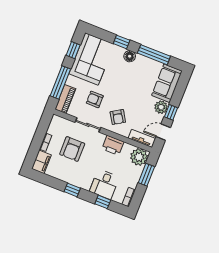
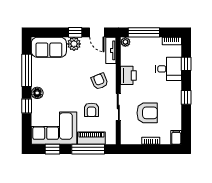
piano: (65, 99) -> (91, 138), moved
armchair: (118, 117) -> (100, 81), turned -80
plant: (139, 157) -> (125, 42), width x0.53, depth x0.53
filing cabinet: (41, 162) -> (176, 137), width x0.50
window: (146, 175) -> (144, 32), width x1.44

